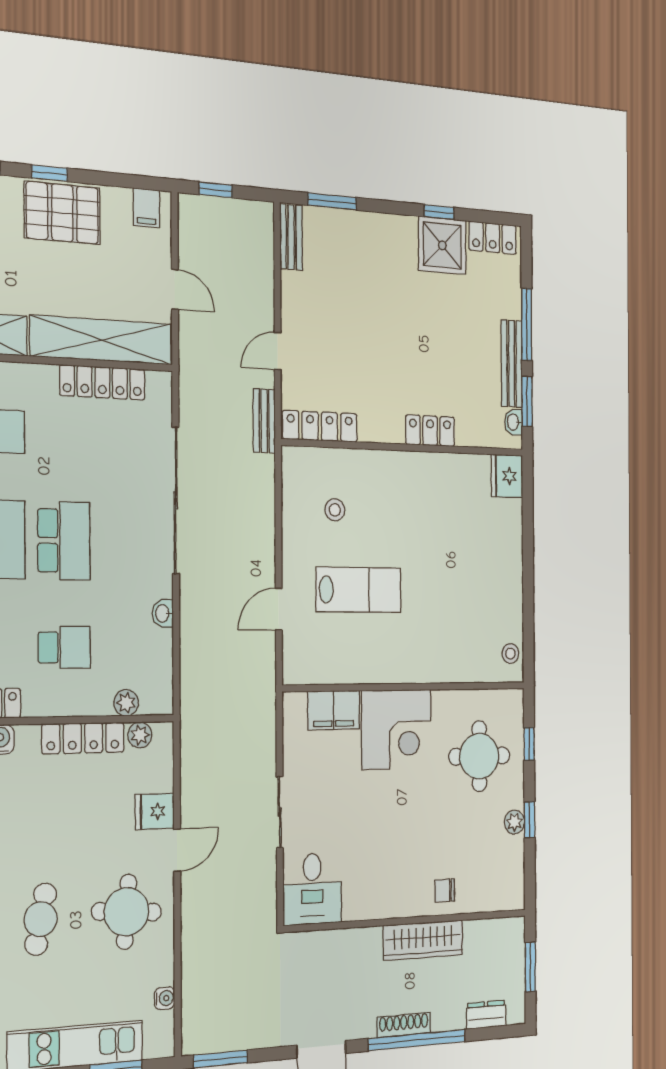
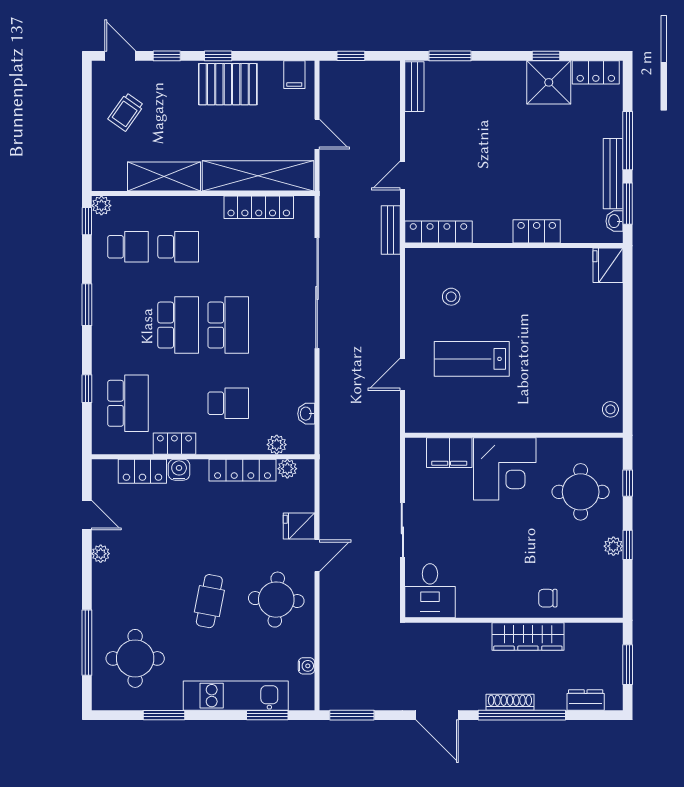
lab bench: (359, 590) -> (472, 359), turned 180
washbasin: (163, 613) -> (306, 414), moved

